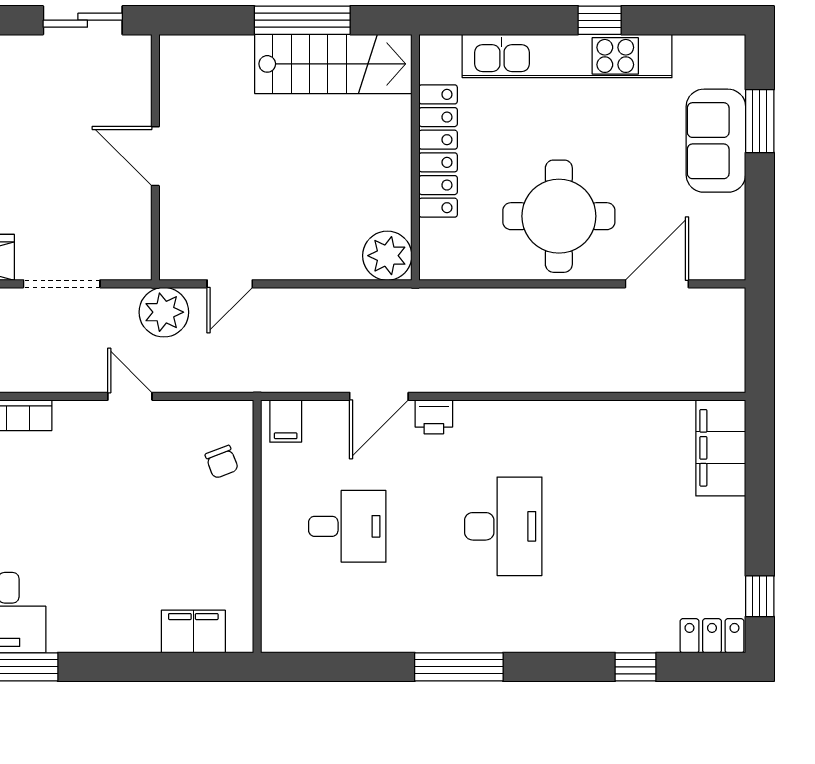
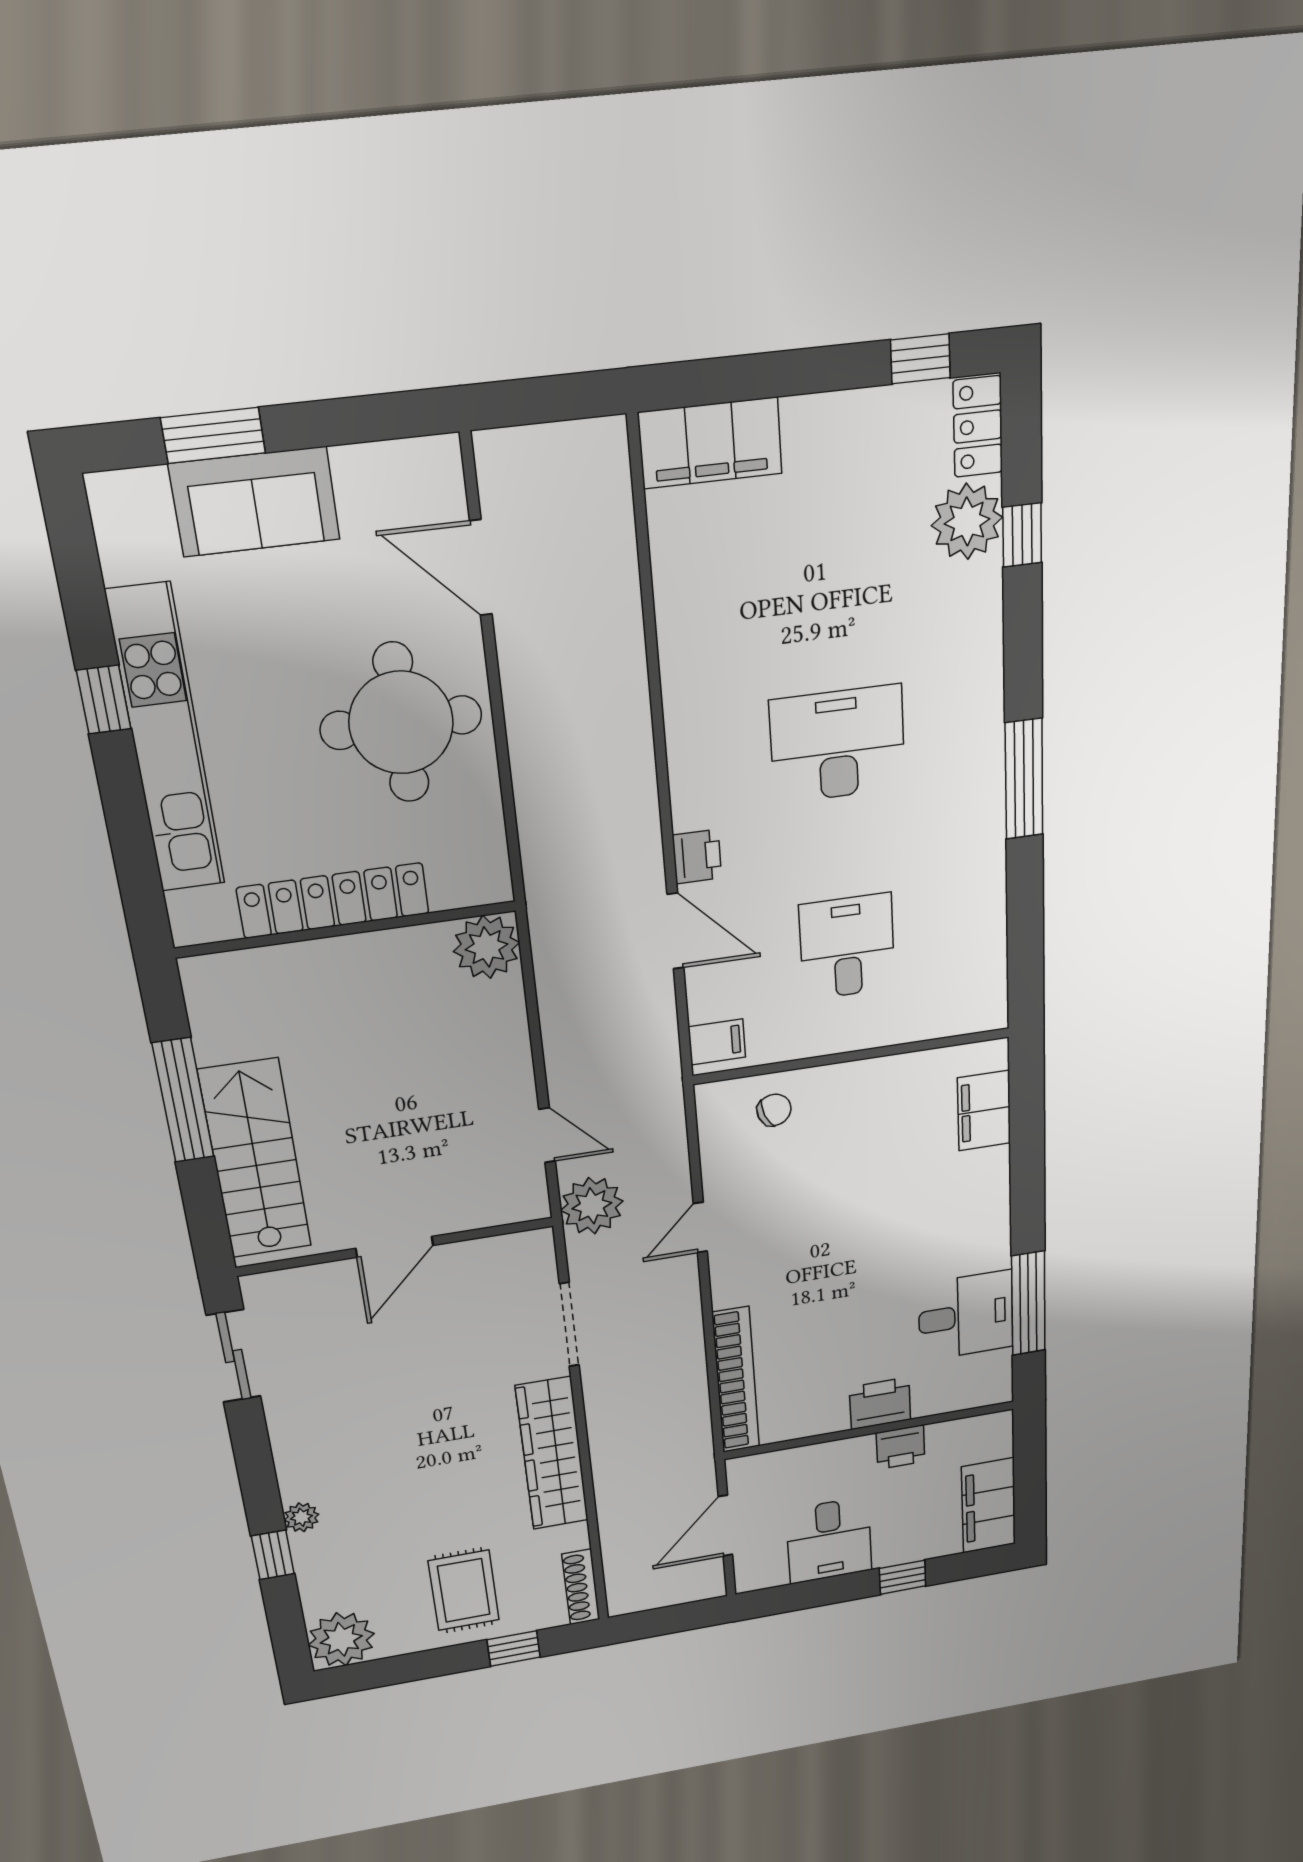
stairs: (333, 64) -> (255, 1159), moved
plant: (649, 627) -> (967, 521), added

